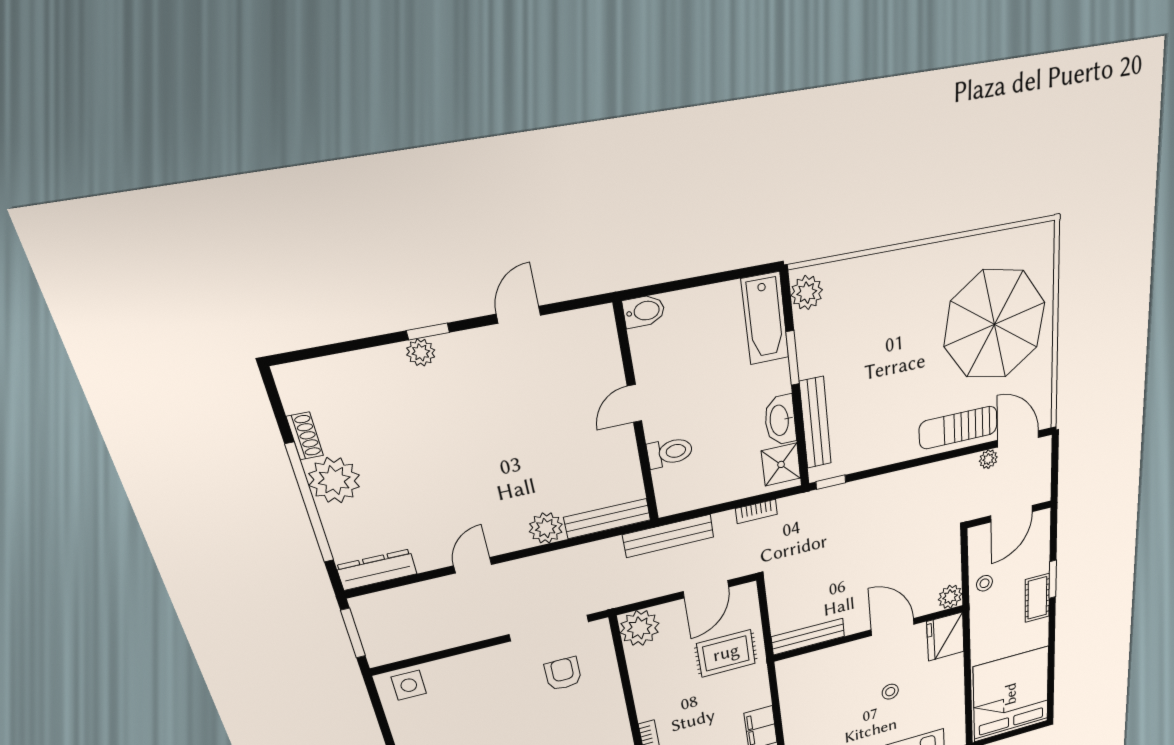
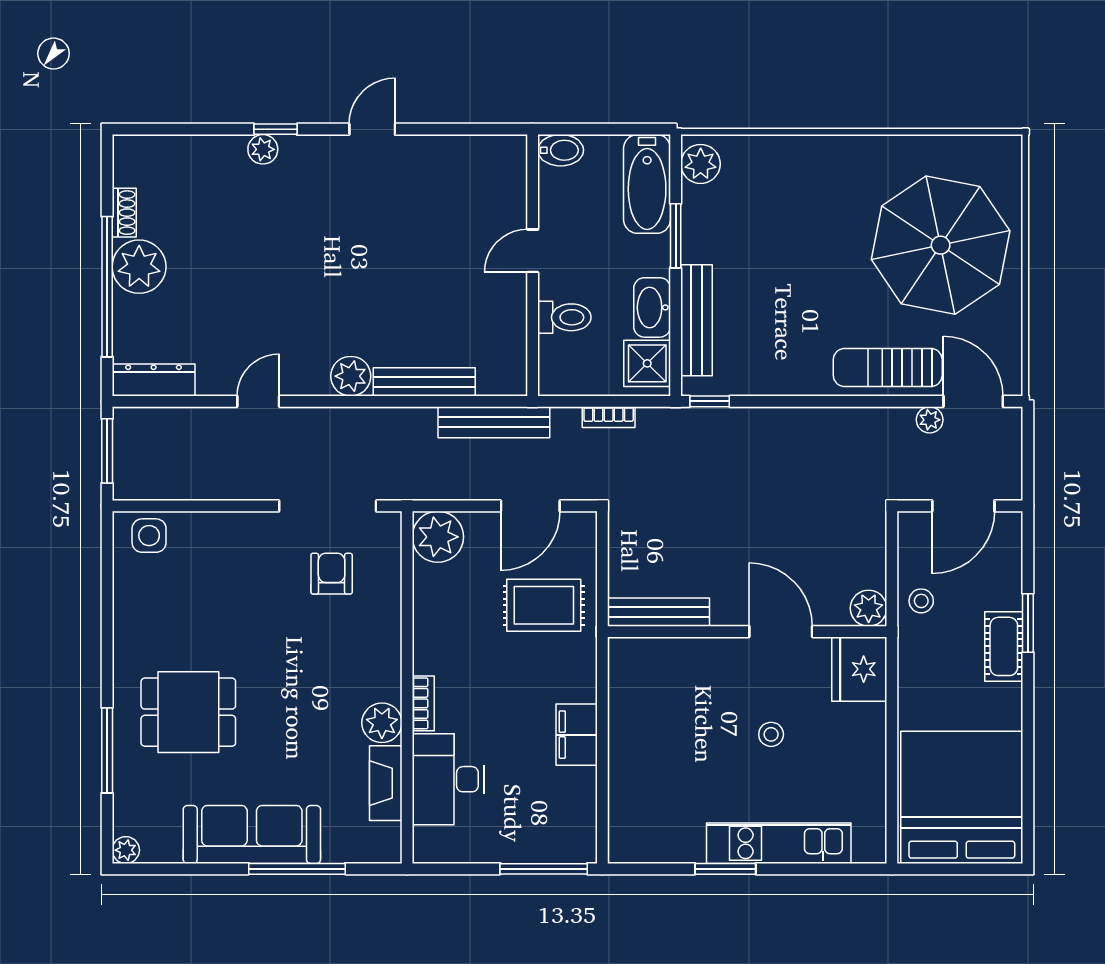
bidet: (644, 311) -> (561, 150), moved
door: (635, 404) -> (533, 251), moved
wall: (637, 416) -> (533, 265), moved
toilet: (670, 452) -> (564, 317), moved

